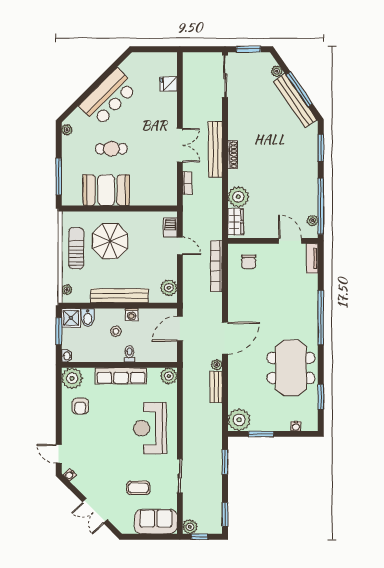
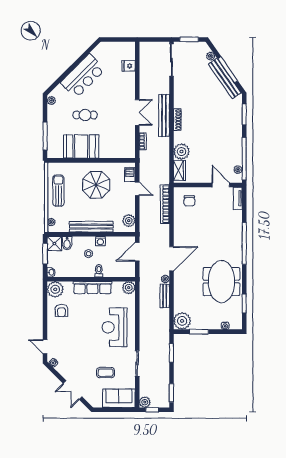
parasol: (110, 241) -> (96, 185), moved

